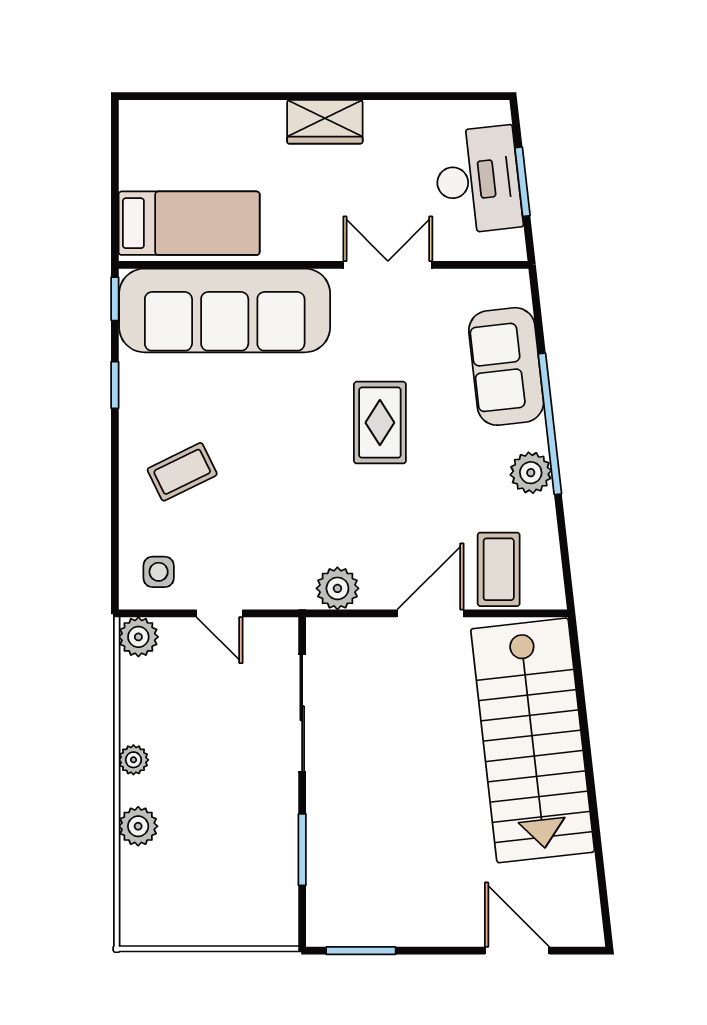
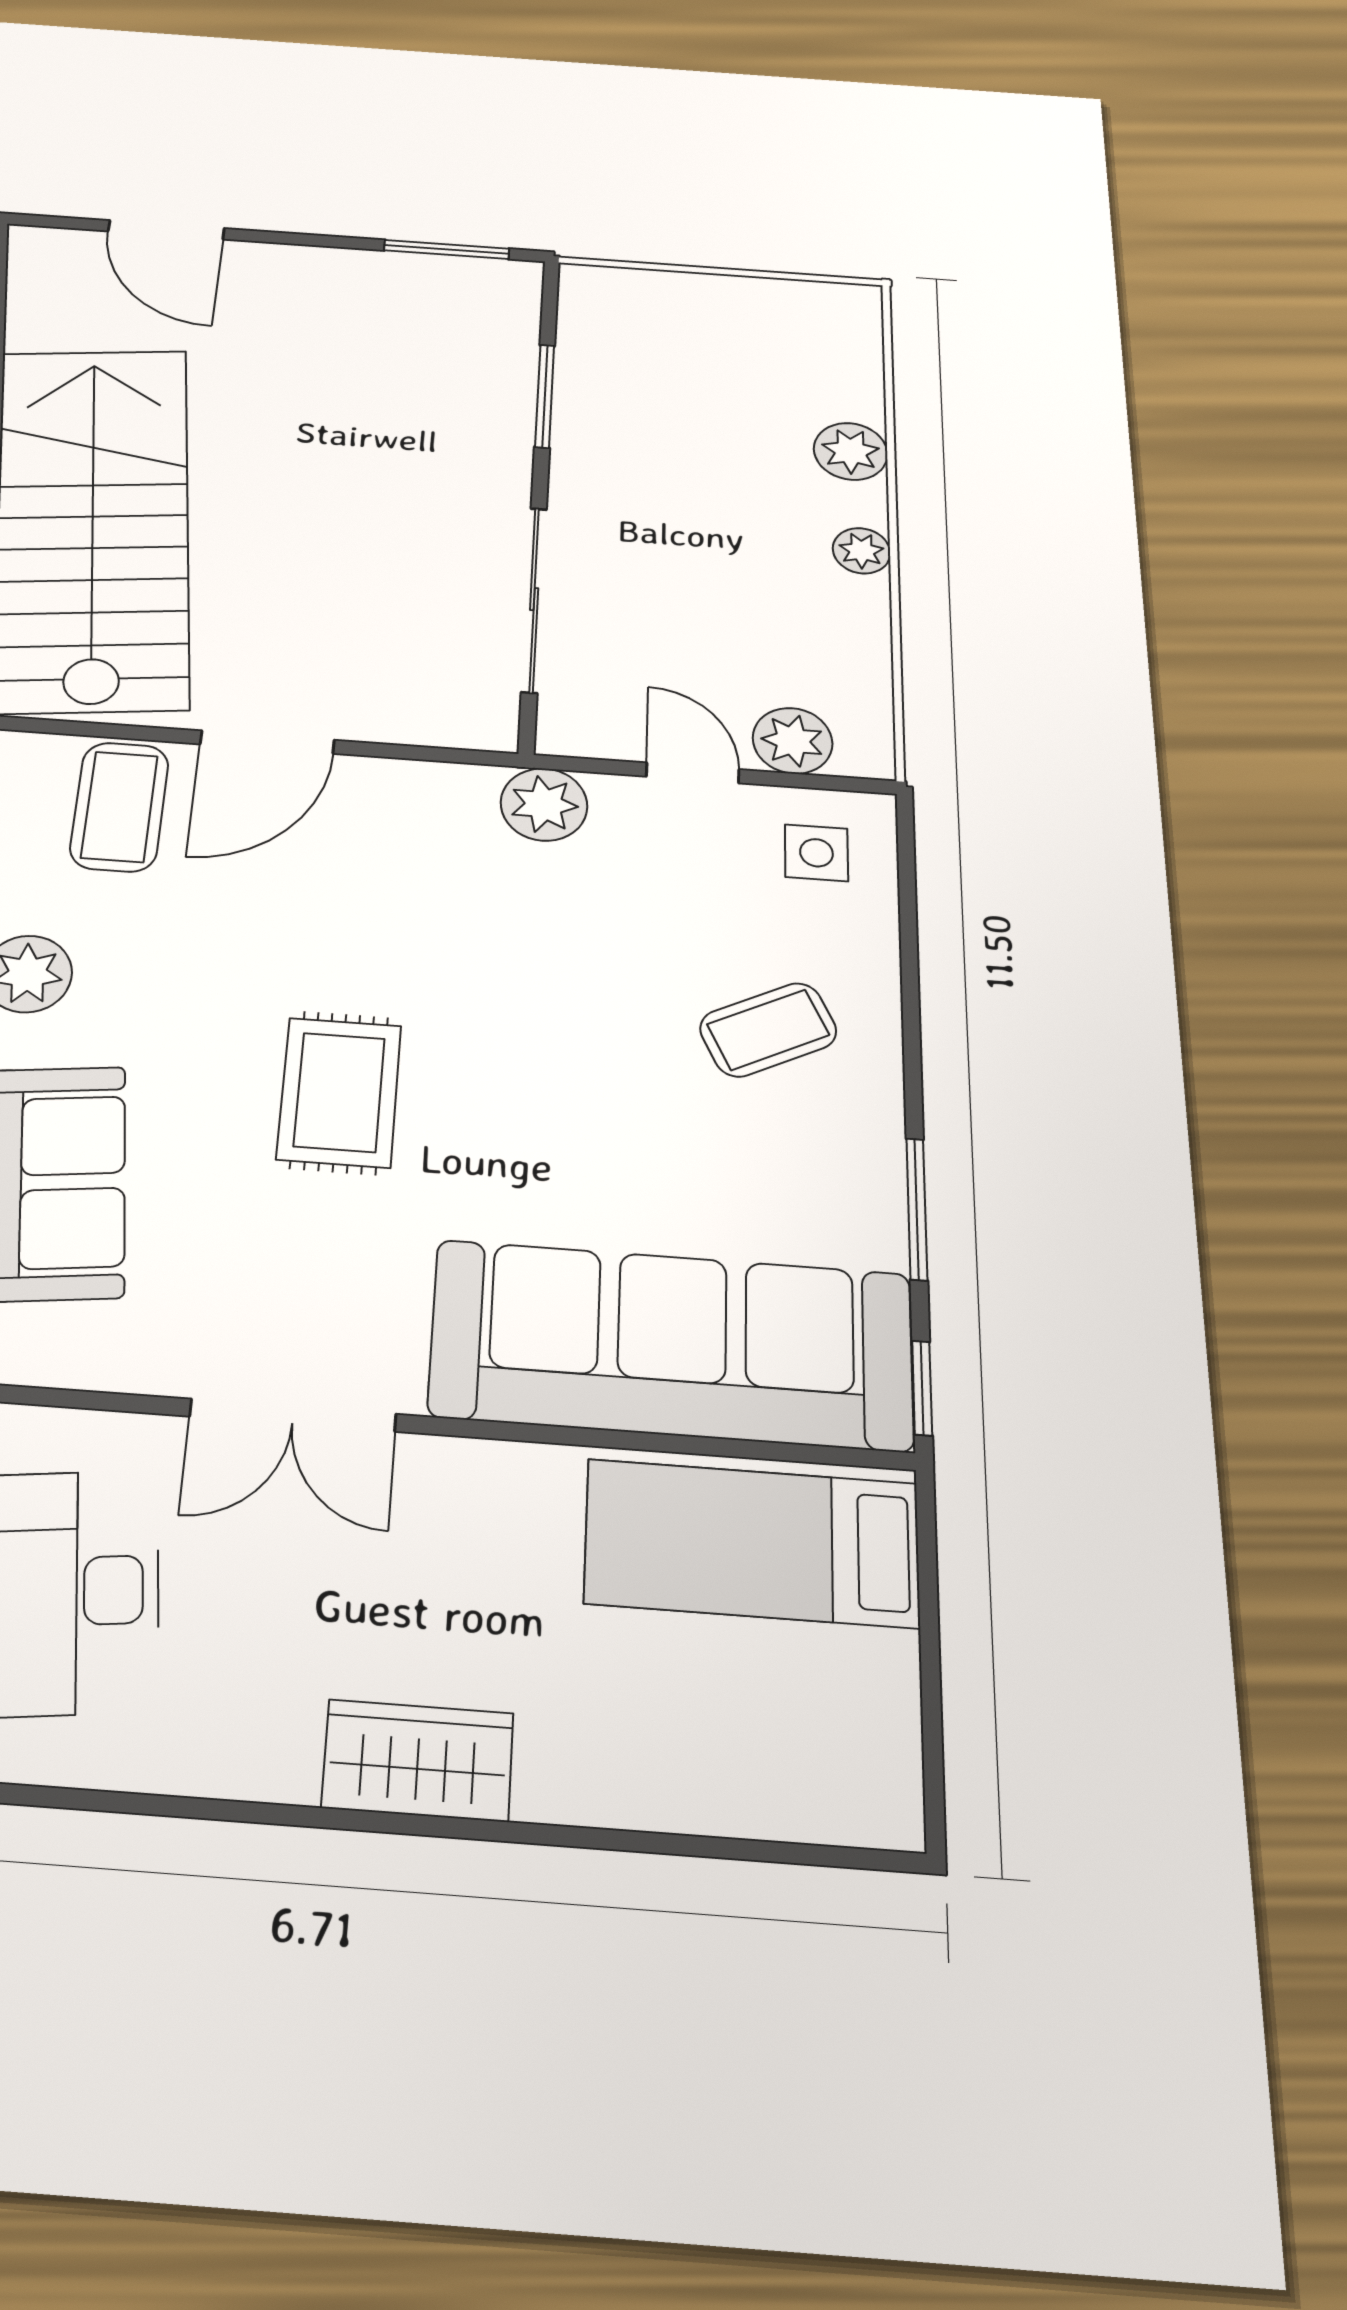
window: (115, 385) -> (917, 1209), width x1.50
plant: (337, 588) -> (544, 804), moved
plant: (138, 637) -> (793, 741), moved

